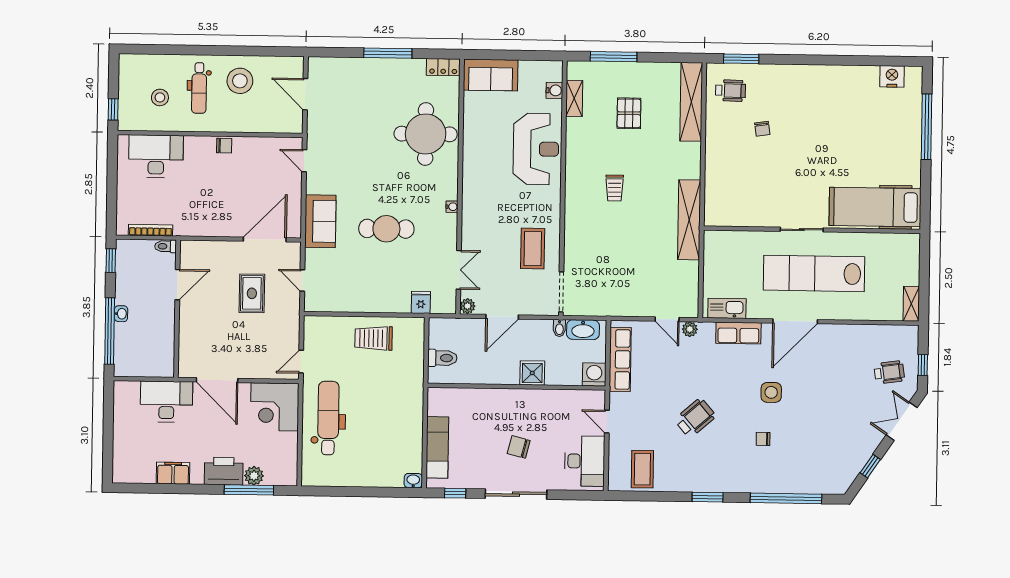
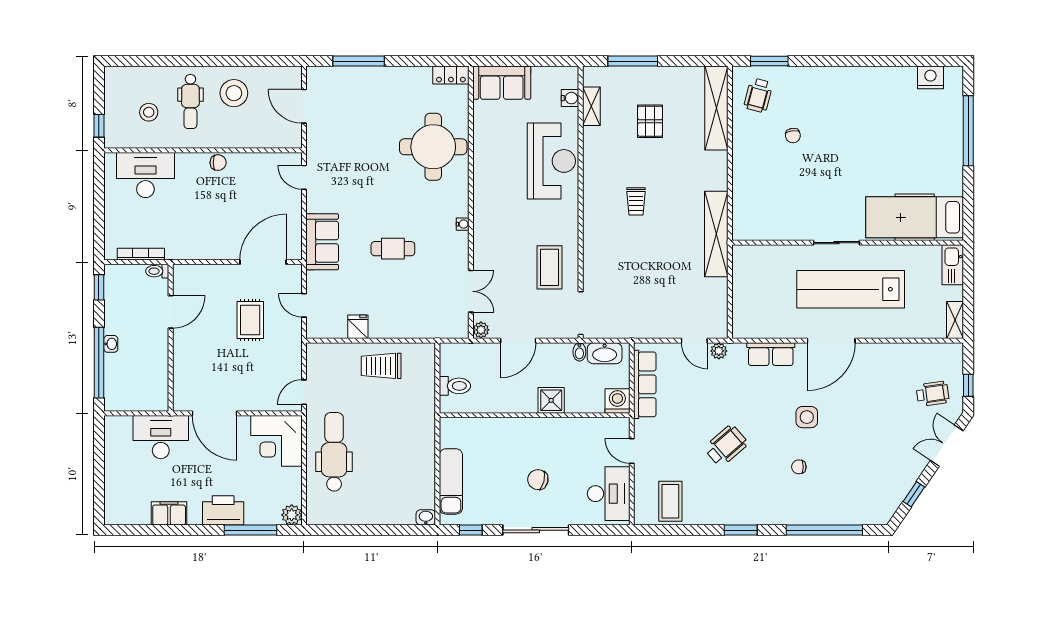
window: (388, 53) -> (359, 61), moved
wheelchair: (731, 91) -> (758, 95), turned 104
cafe table: (386, 229) -> (393, 249), width x0.73, depth x0.74
fridge: (421, 302) -> (358, 327), moved
kitchen sink: (727, 308) -> (953, 265), moved, turned -90
plant: (254, 476) -> (292, 515), moved

